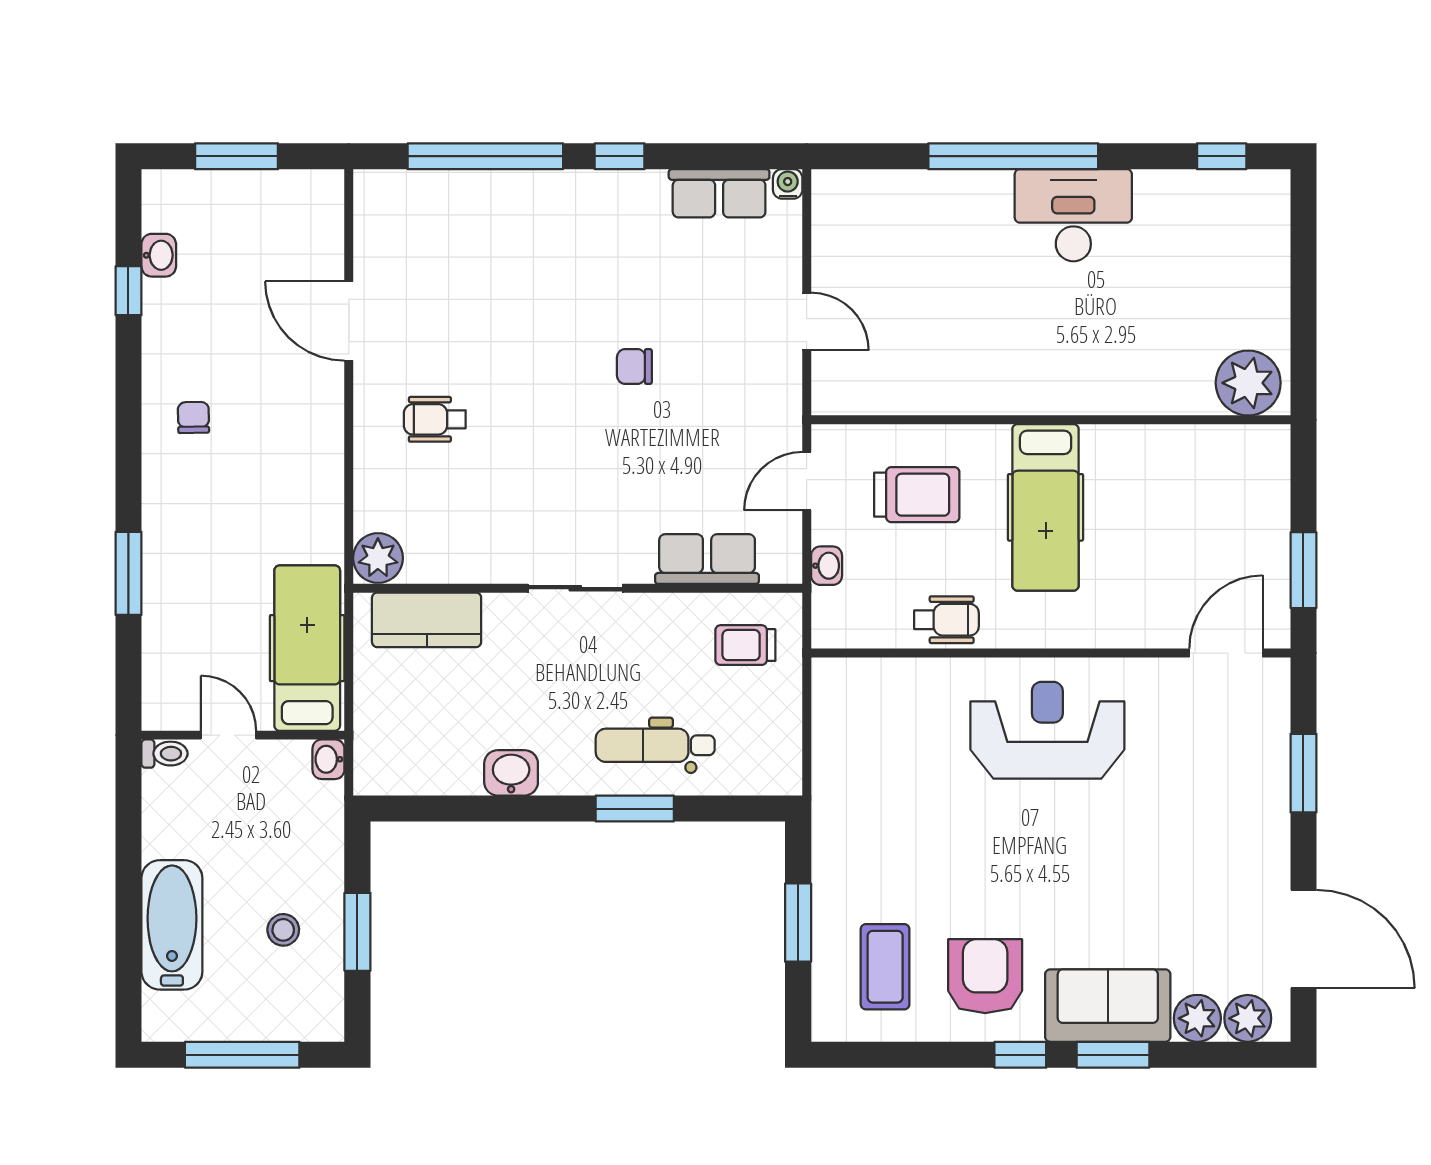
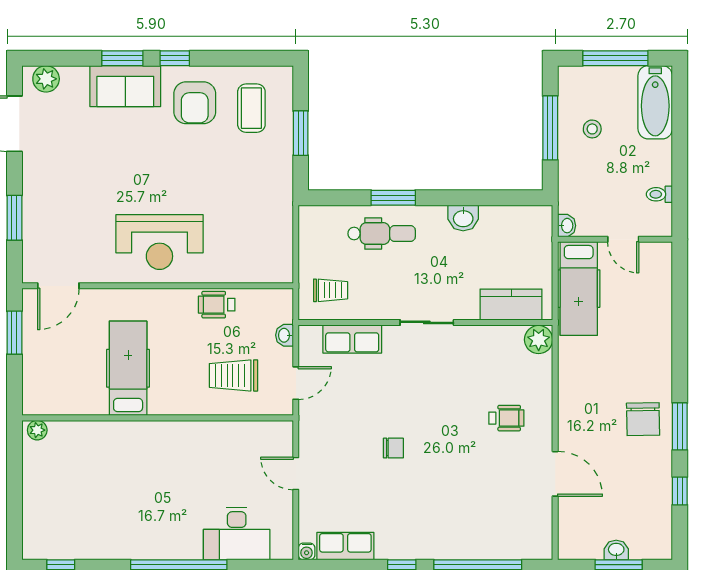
desk: (1073, 215) -> (237, 534), moved
washbasin: (159, 255) -> (616, 550), moved, turned 90
plant: (1248, 383) -> (37, 430), width x0.53, depth x0.53
chair: (193, 417) -> (643, 419), width x1.87, depth x1.87
hospital bed: (1046, 507) -> (128, 368), moved
window: (128, 573) -> (680, 426), moved
toilet: (165, 754) -> (659, 194), moved
bathtub: (172, 925) -> (655, 102), moved
window: (357, 932) -> (550, 128), width x1.44
plant: (1197, 1018) -> (75, 79), removed

